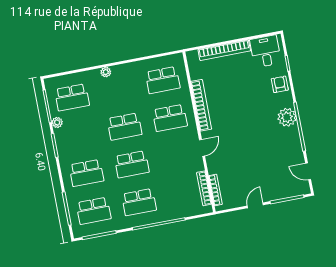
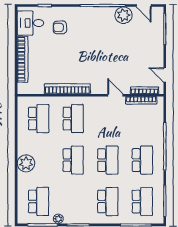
plant: (106, 72) -> (26, 163), width x1.88, depth x1.88
armchair: (280, 84) -> (60, 27), moved
plant: (287, 117) -> (124, 15), moved
door: (202, 148) -> (115, 95), moved
door: (308, 171) -> (144, 6), hinge flipped
door: (255, 205) -> (165, 75), moved

